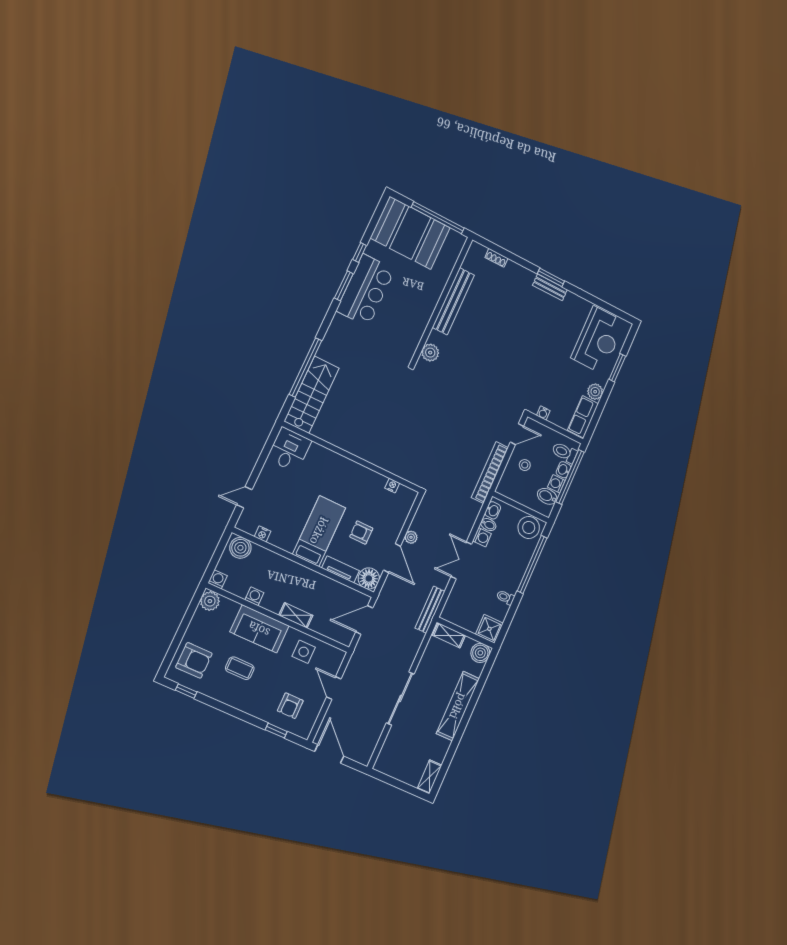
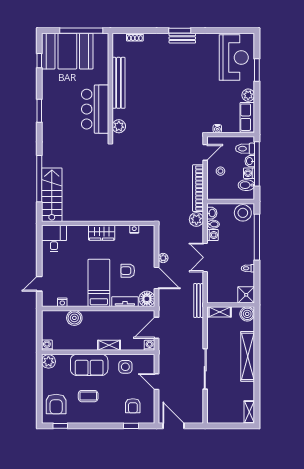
window: (360, 252) -> (39, 61), moved
bar counter: (366, 290) -> (95, 109), moved, turned 180
wardrobe: (351, 471) -> (102, 233), added
plant: (471, 509) -> (196, 219), added
boiler: (240, 548) -> (74, 318), moved
washing machine: (254, 596) -> (150, 345), moved
armchair: (194, 660) -> (56, 404), turned 90

